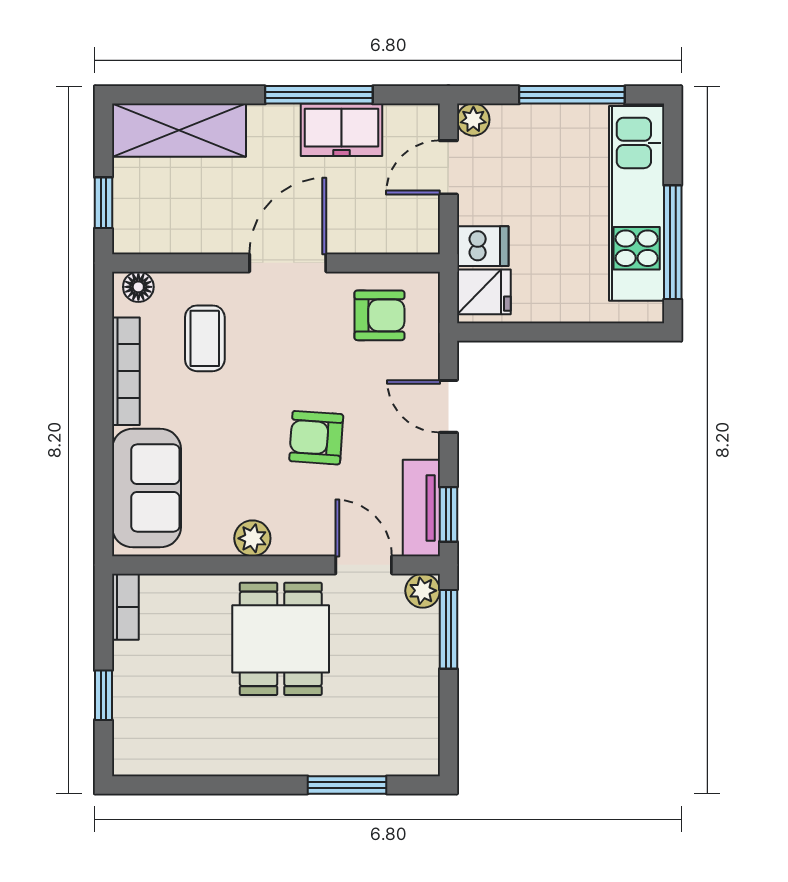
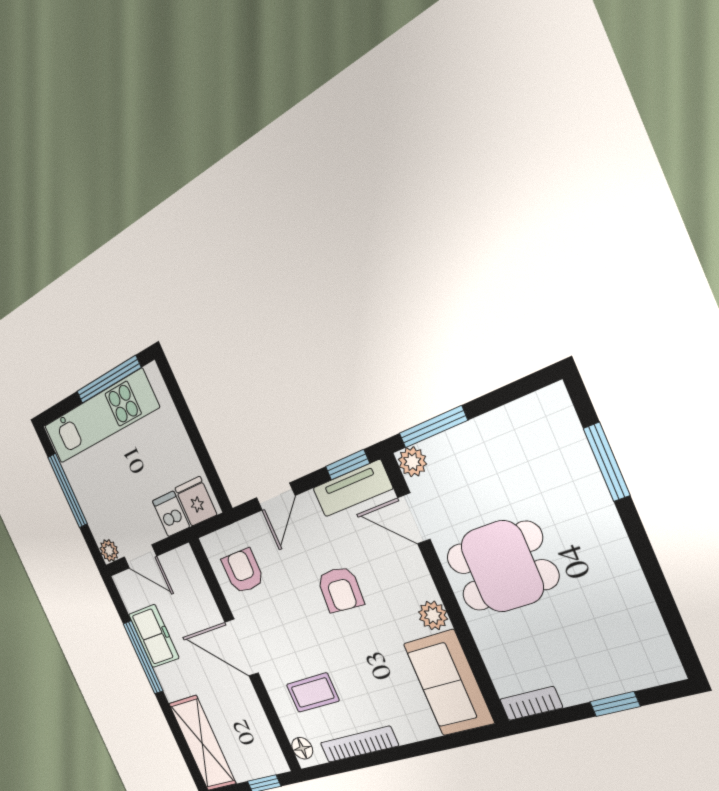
sofa: (146, 488) -> (449, 683), moved, turned -90
door: (364, 565) -> (414, 518), hinge flipped

